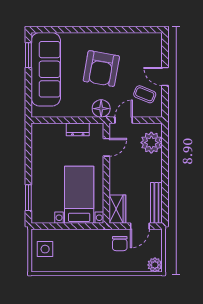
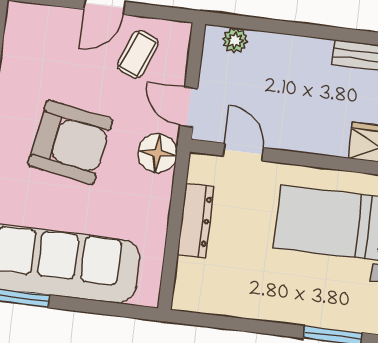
dresser: (78, 129) -> (195, 221), width x1.44
plant: (151, 143) -> (235, 40), width x0.53, depth x0.53

